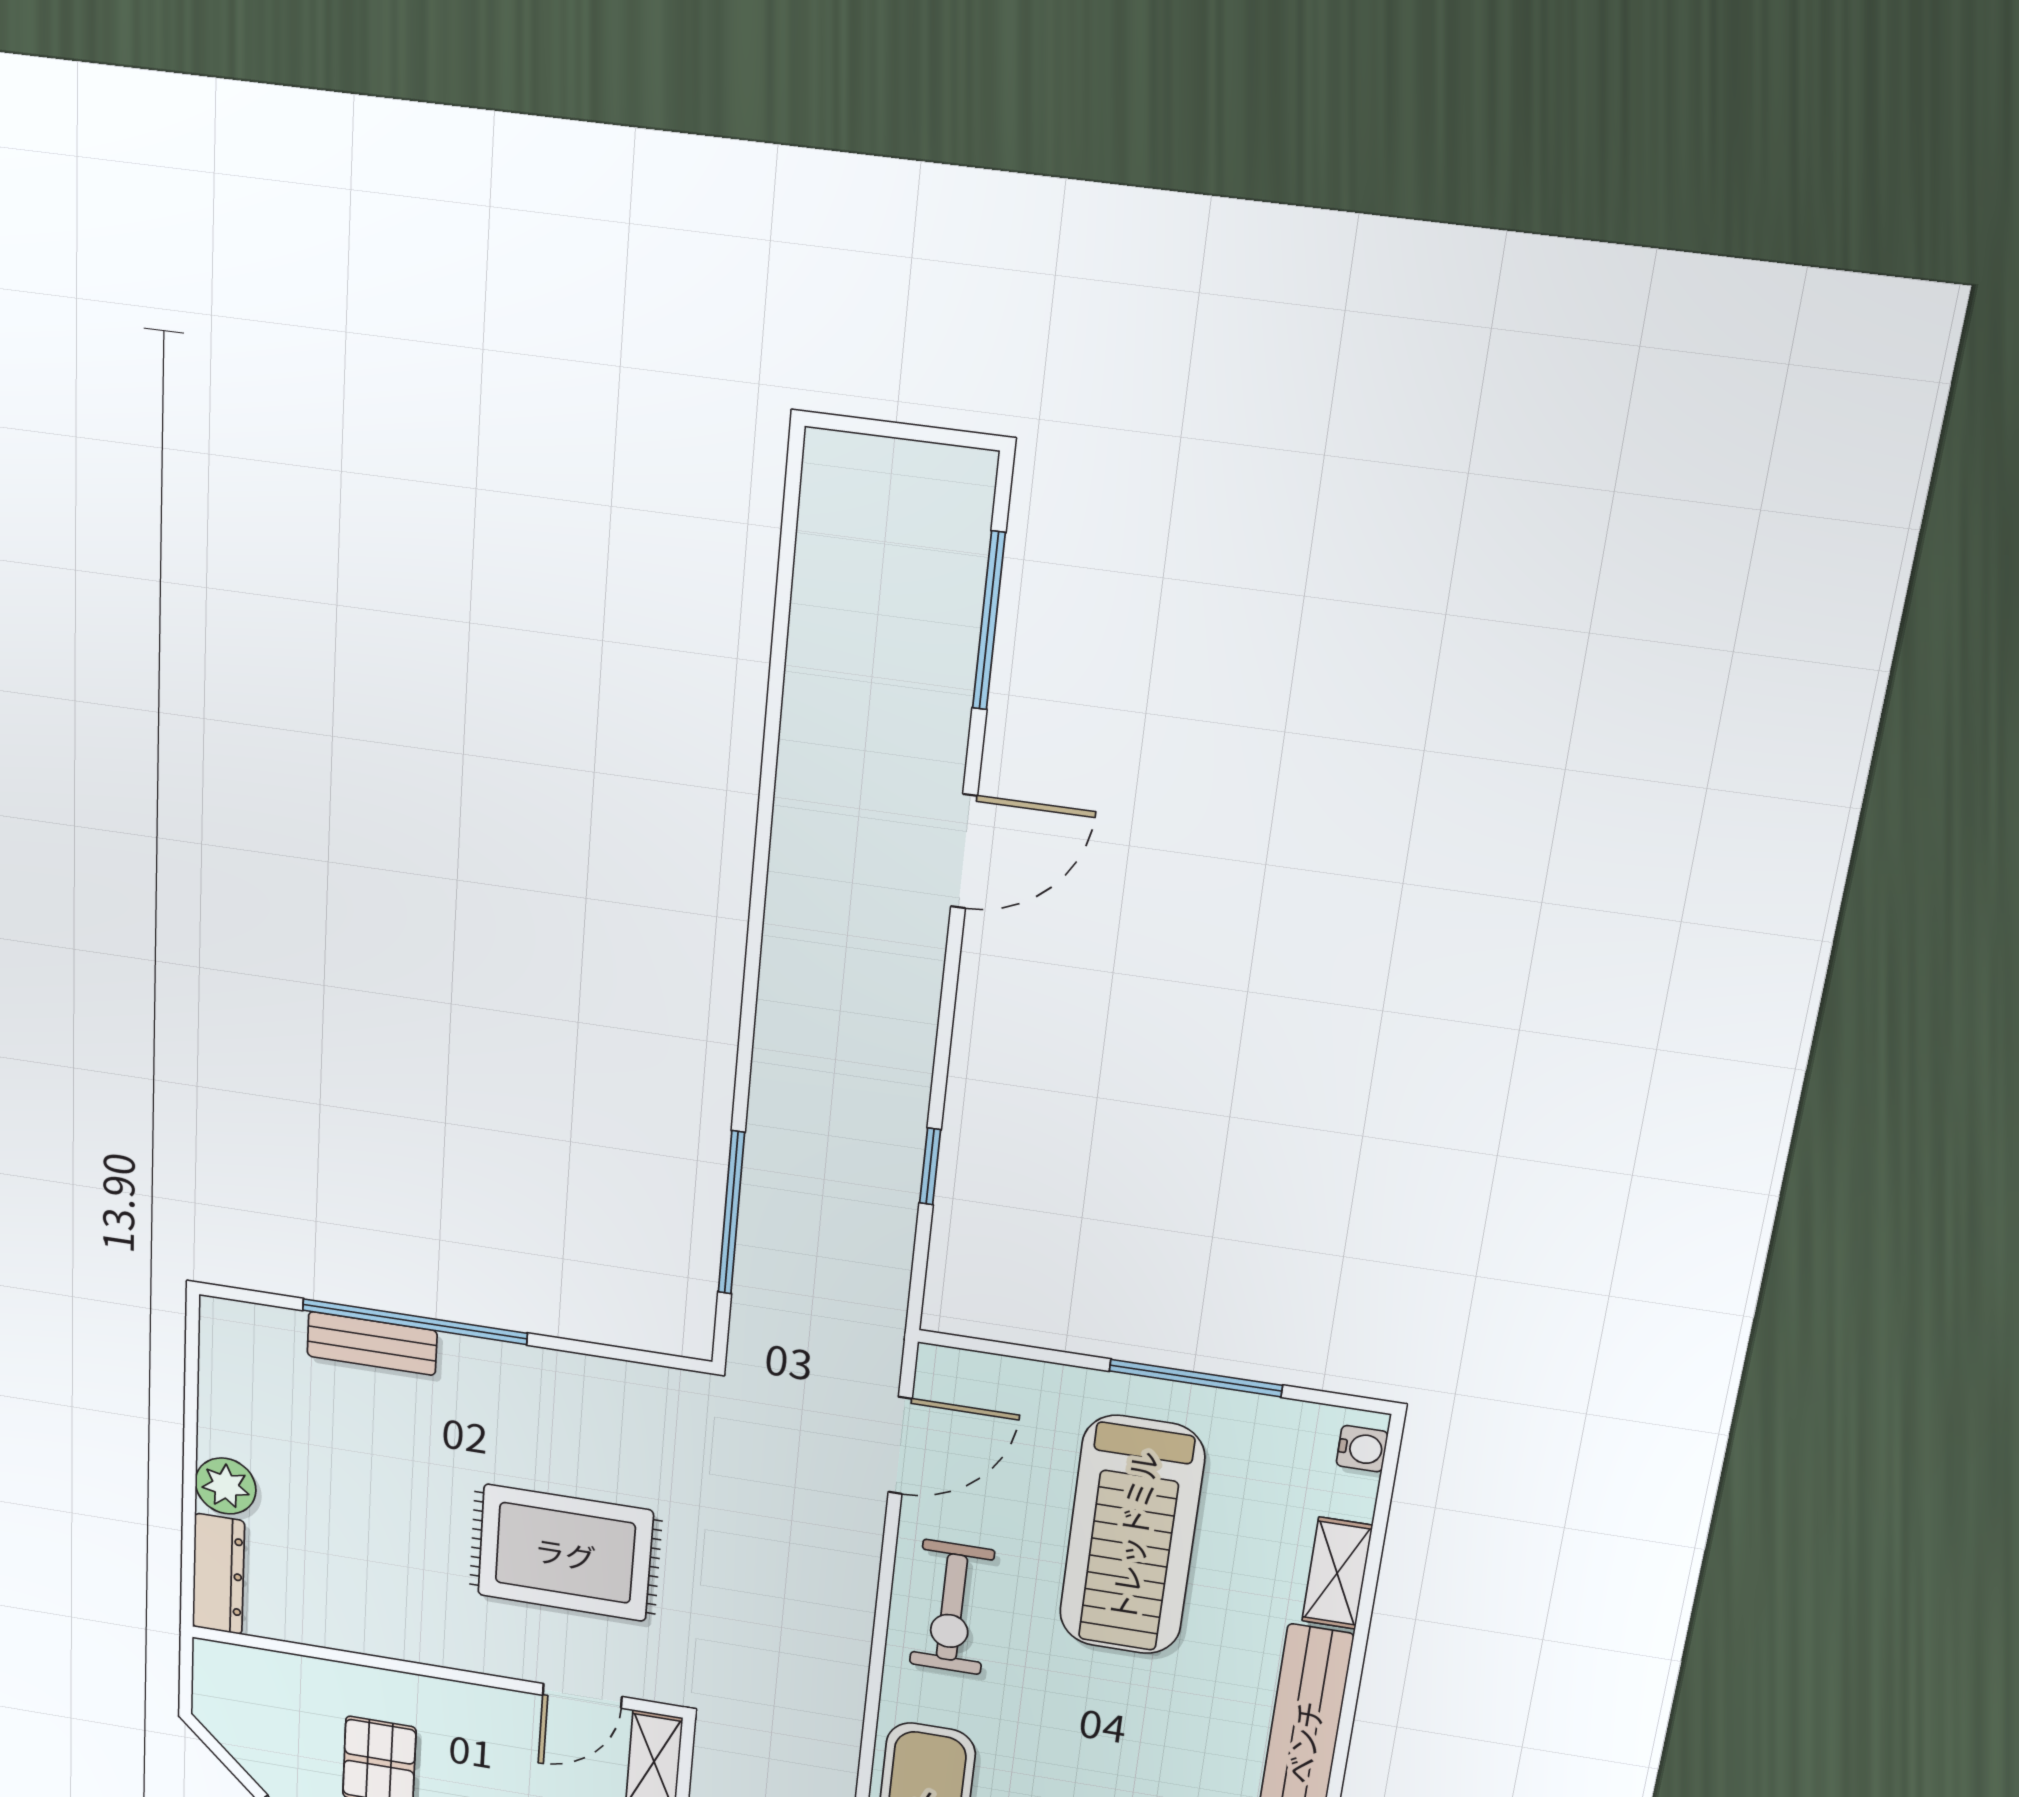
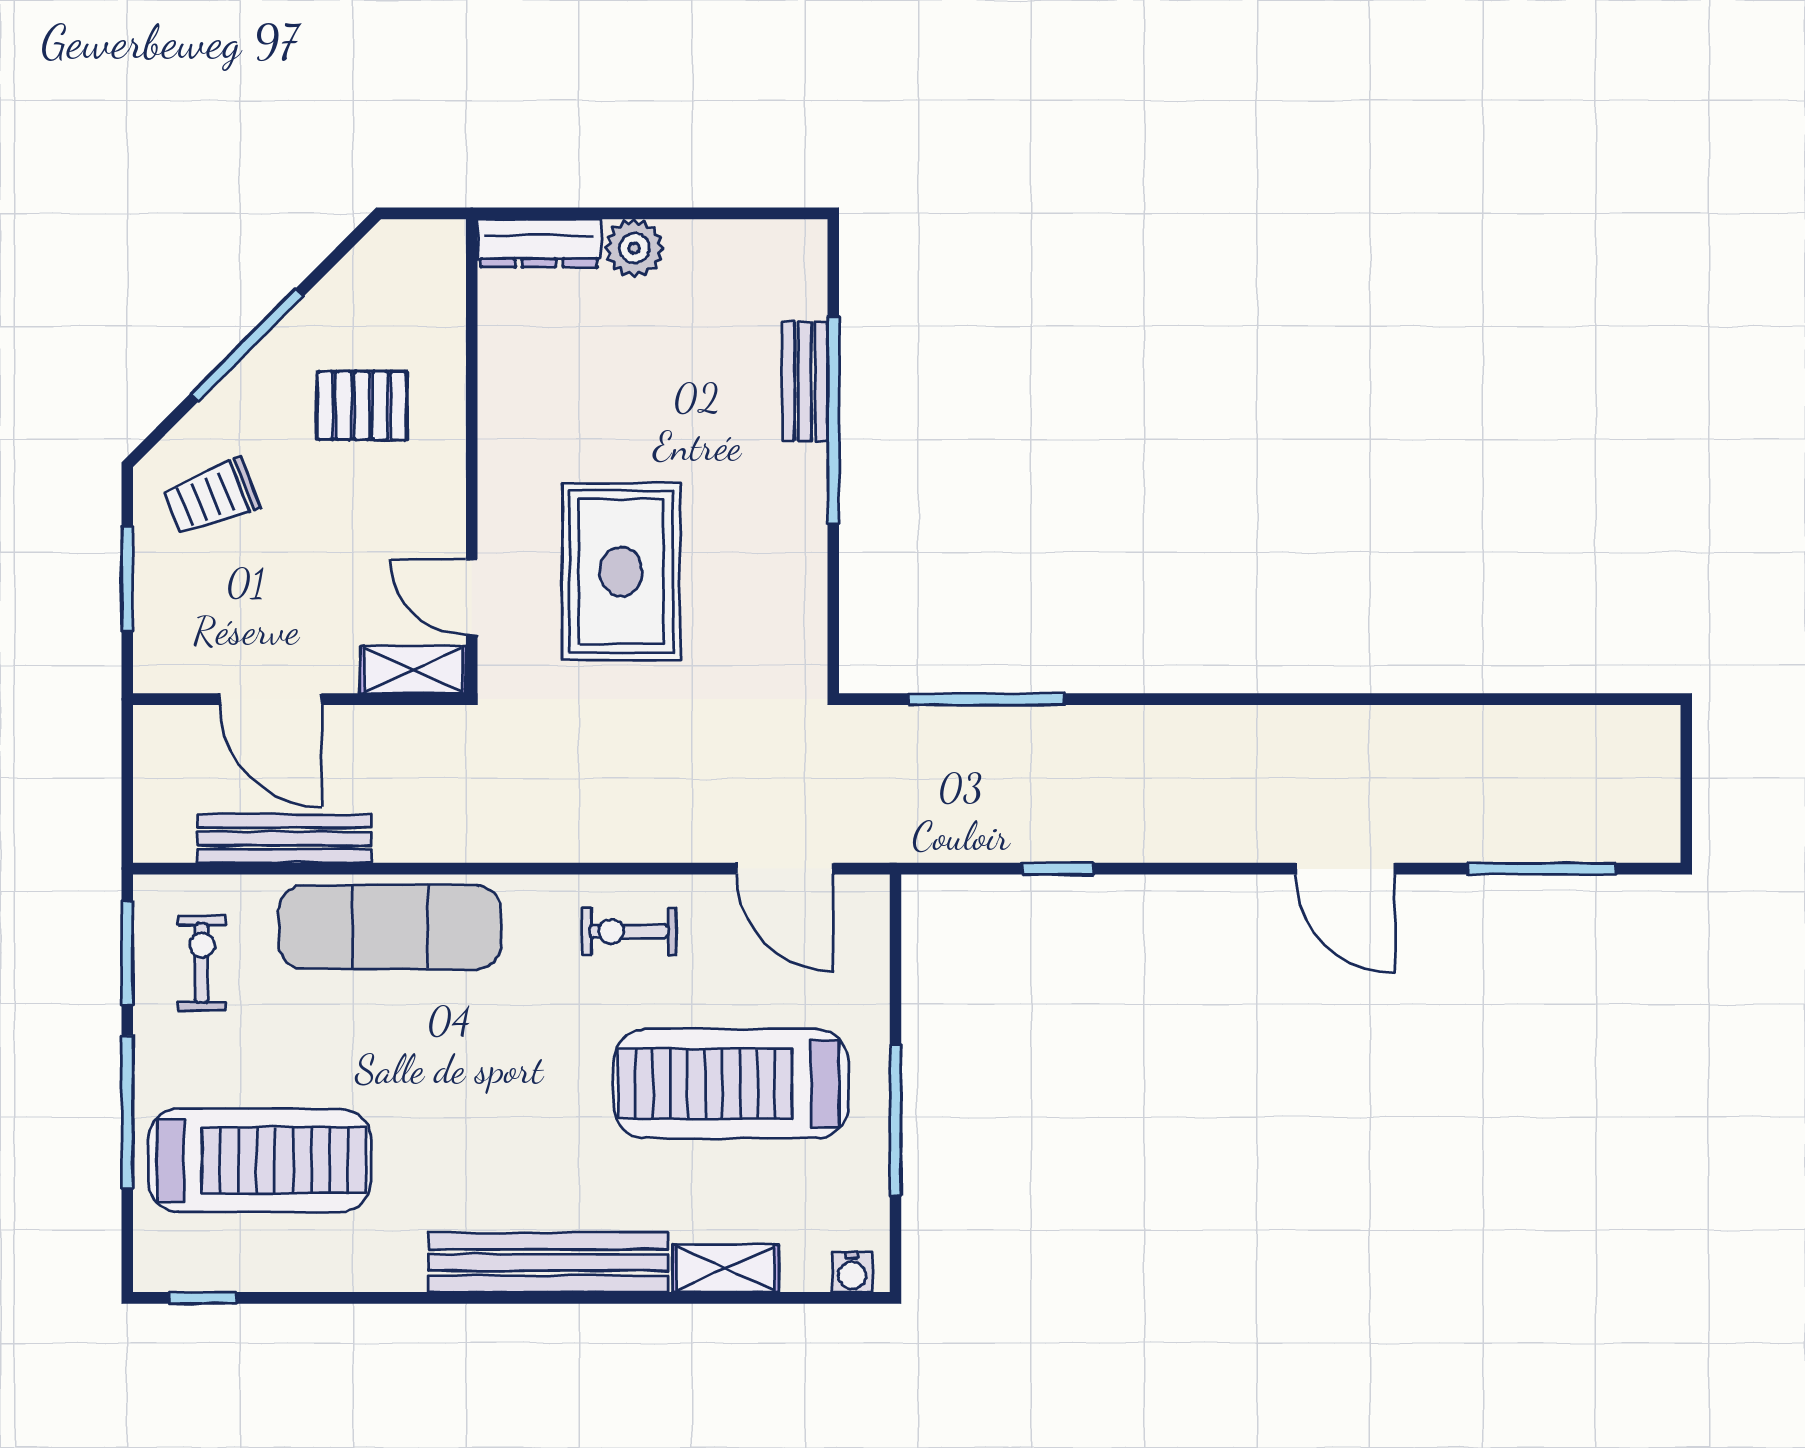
exercise bike: (952, 1607) -> (629, 931), width x0.73, depth x0.72

